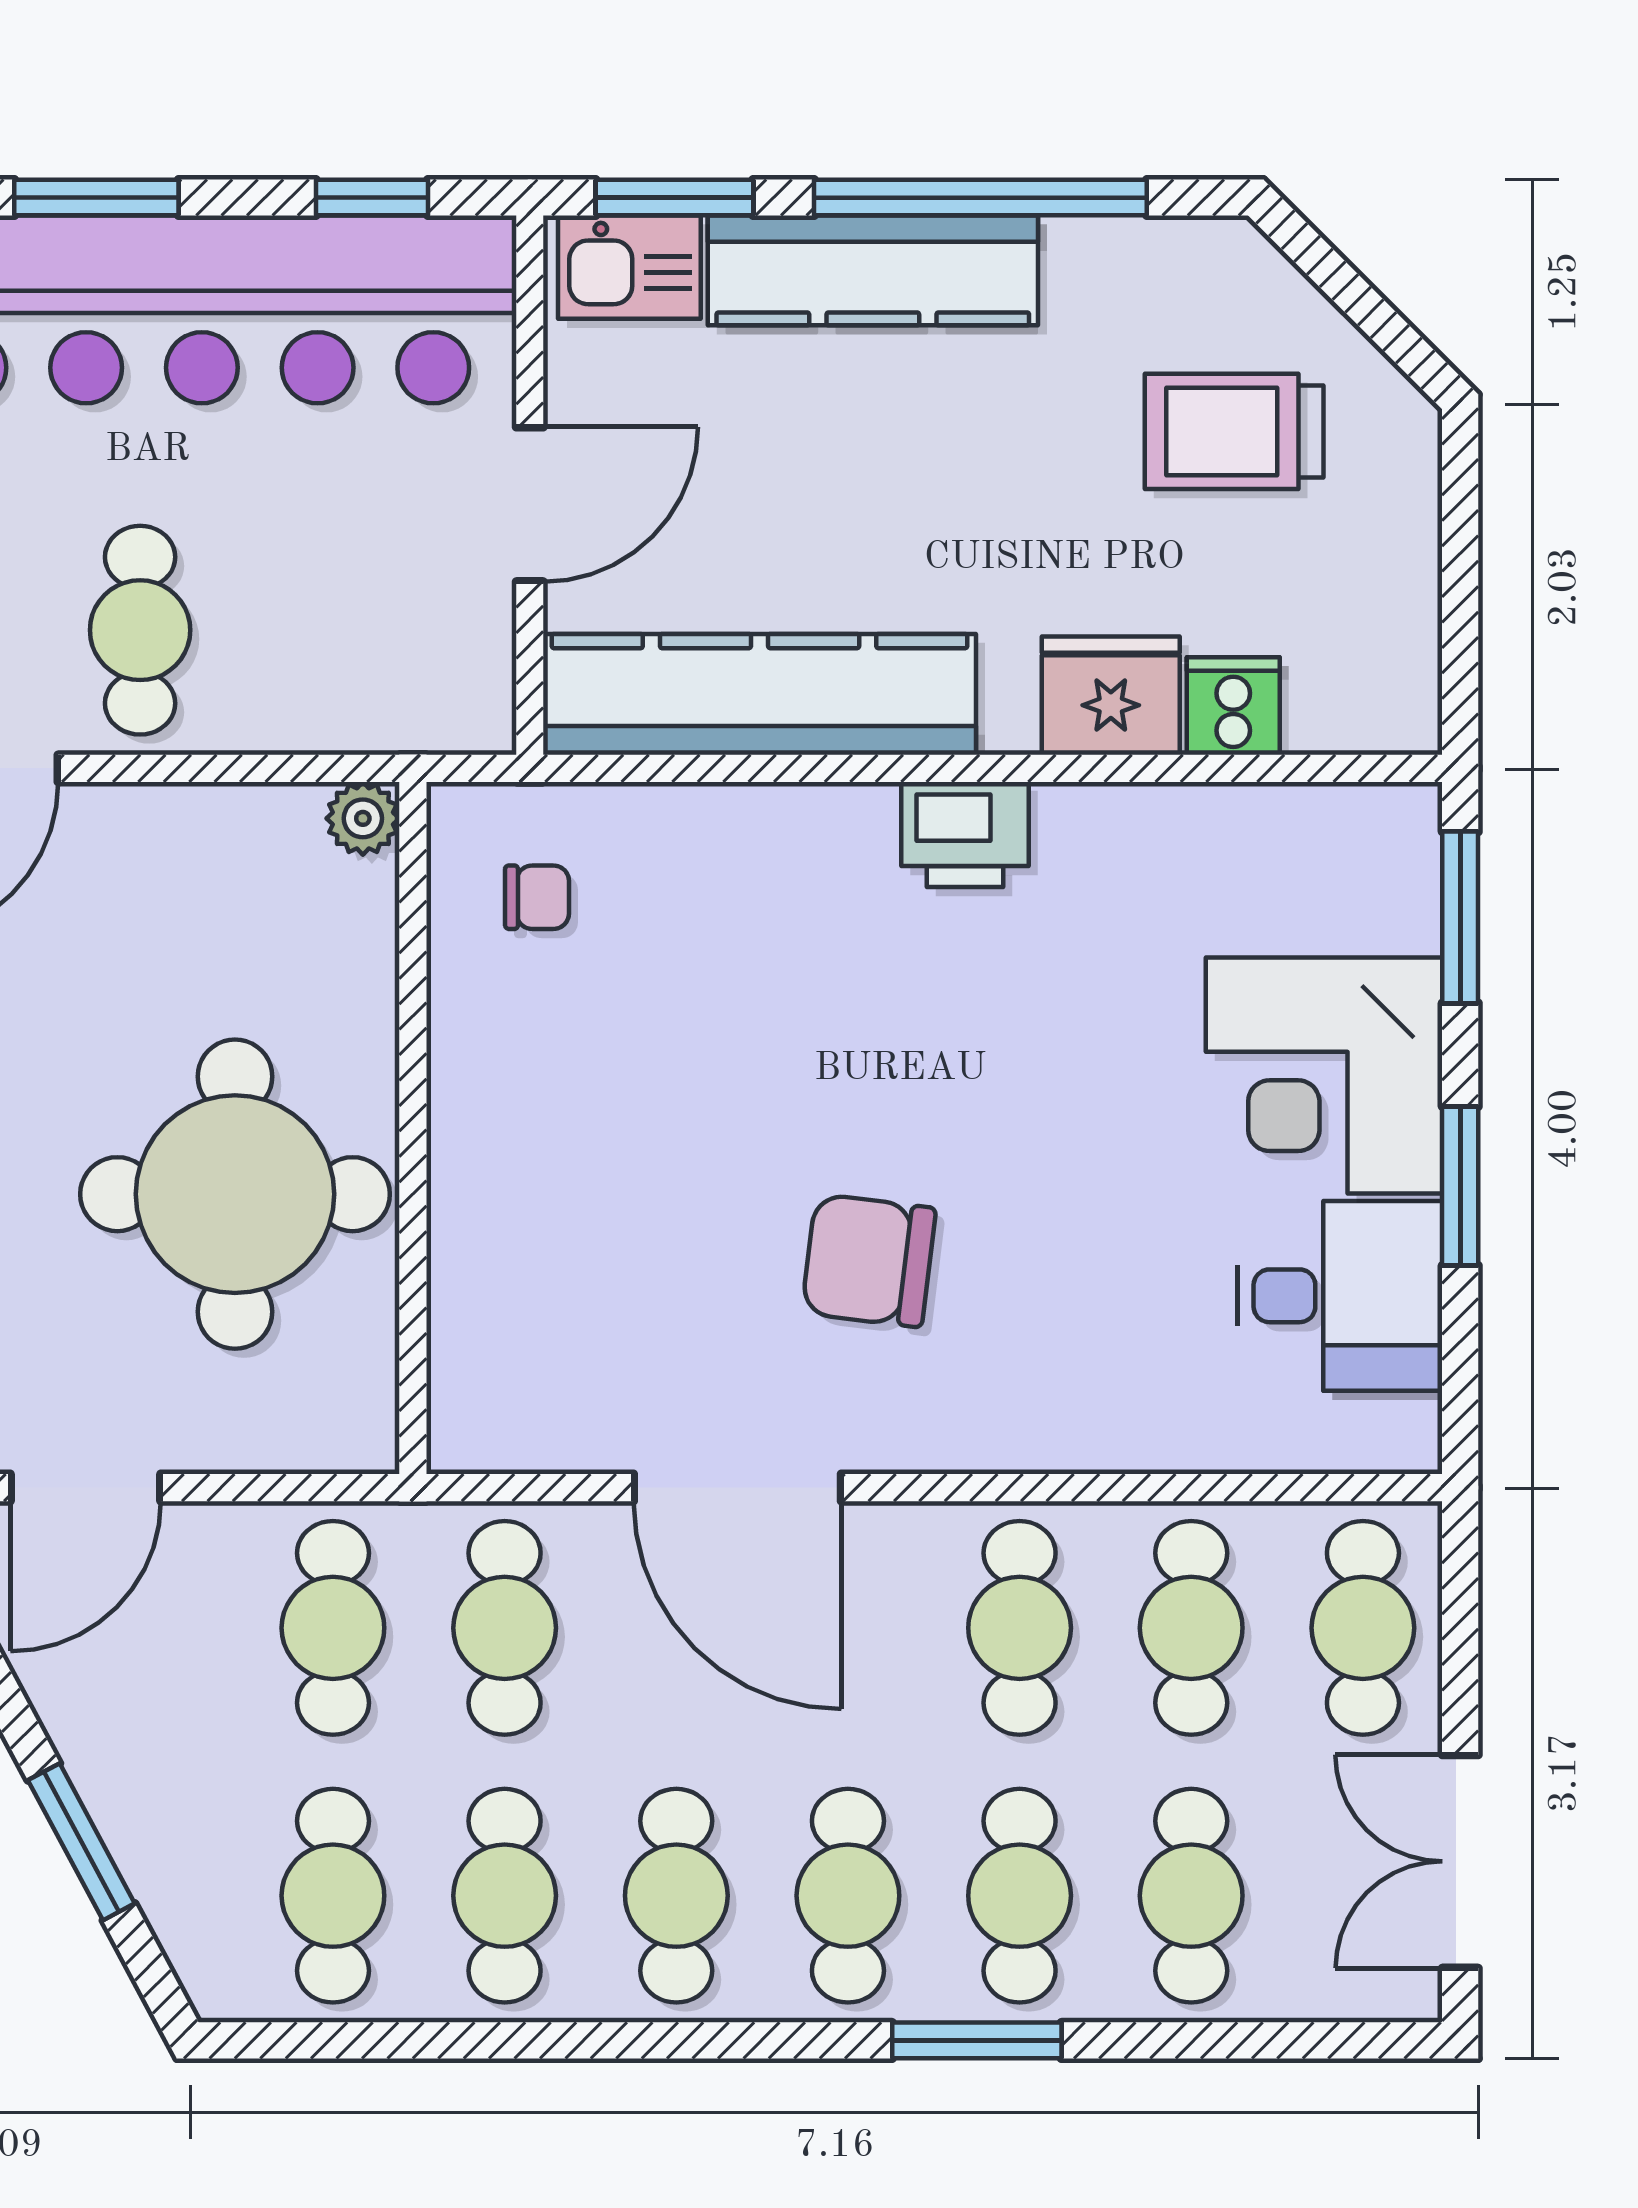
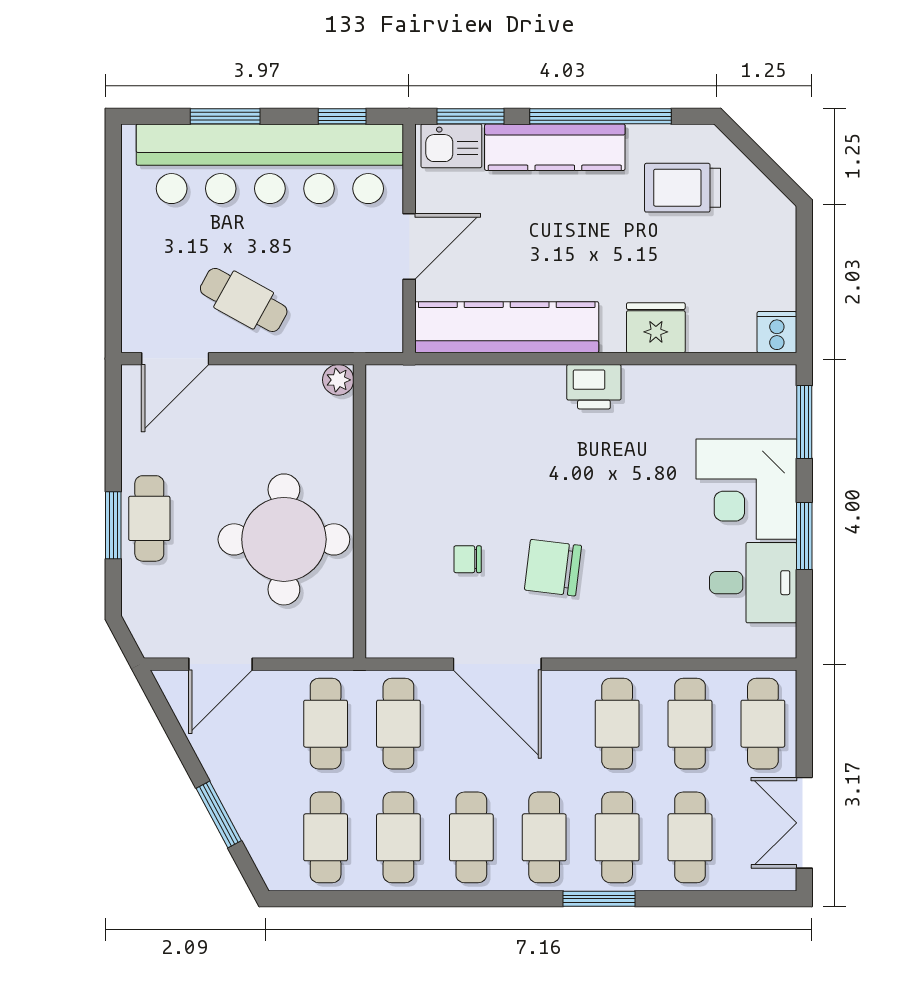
trolley: (1234, 431) -> (683, 188), moved
cafe table: (140, 630) -> (244, 300), turned -61
cooker: (1233, 706) -> (777, 332), moved
chair: (537, 897) -> (468, 559), moved, turned 180

